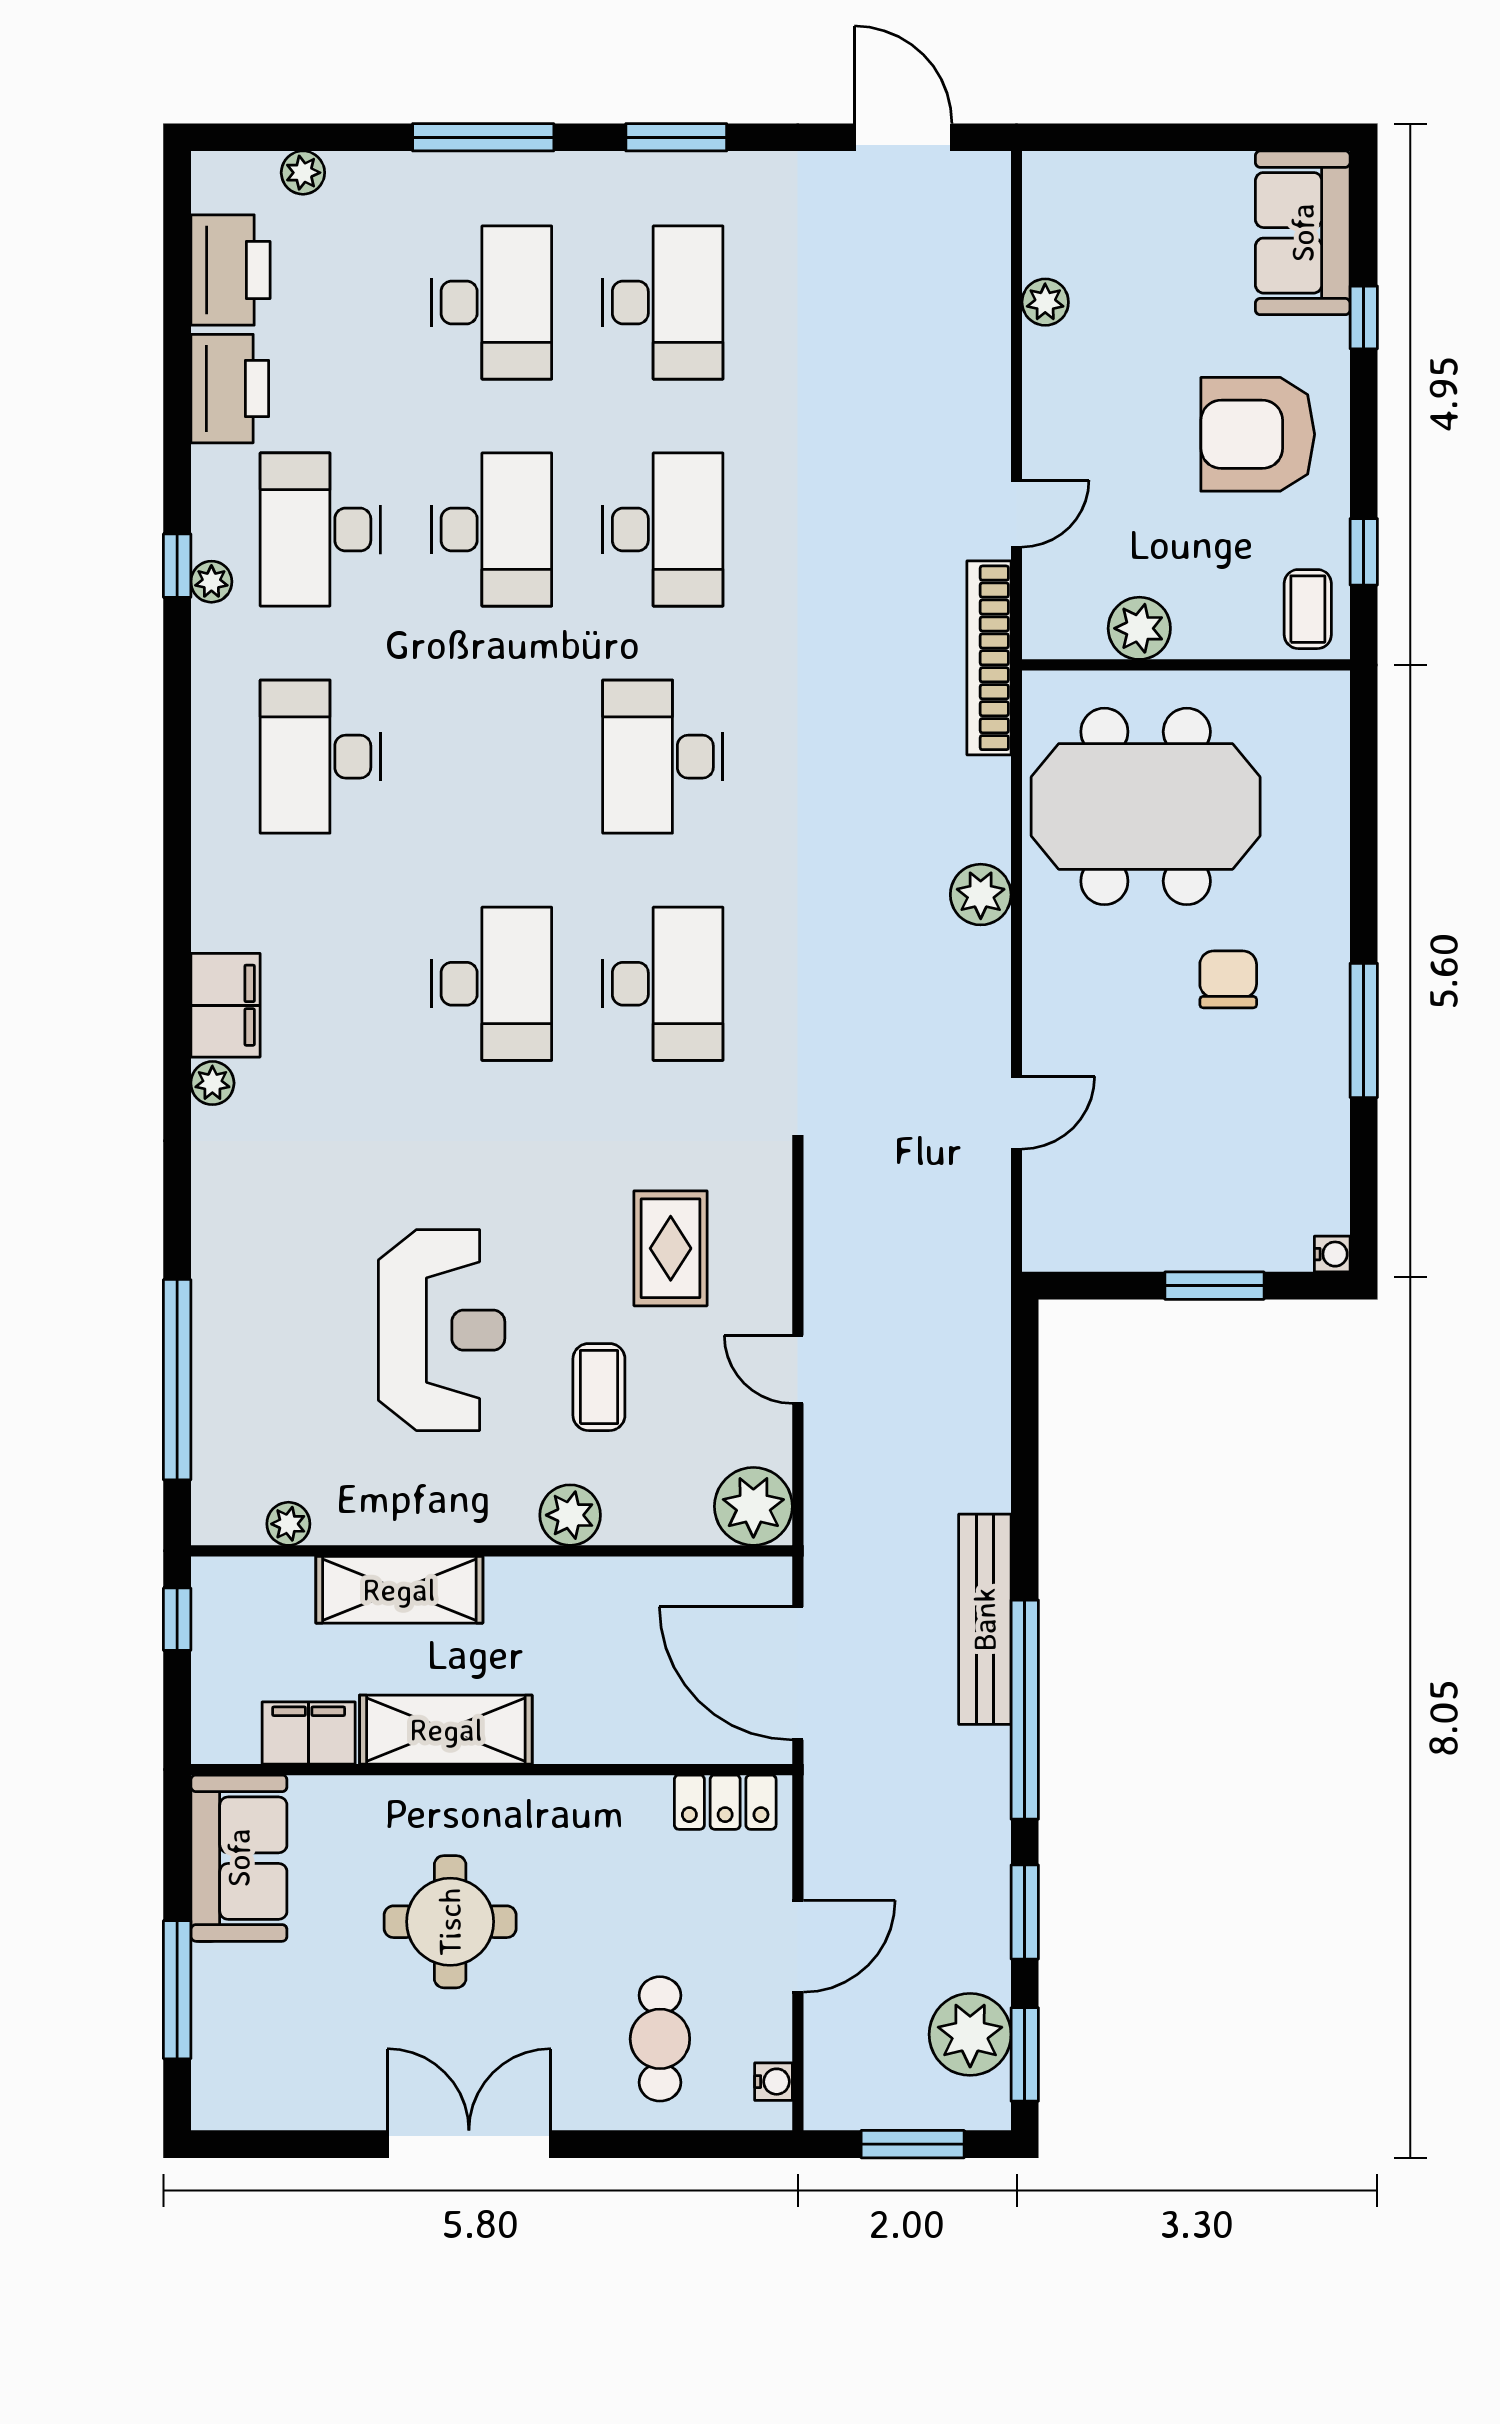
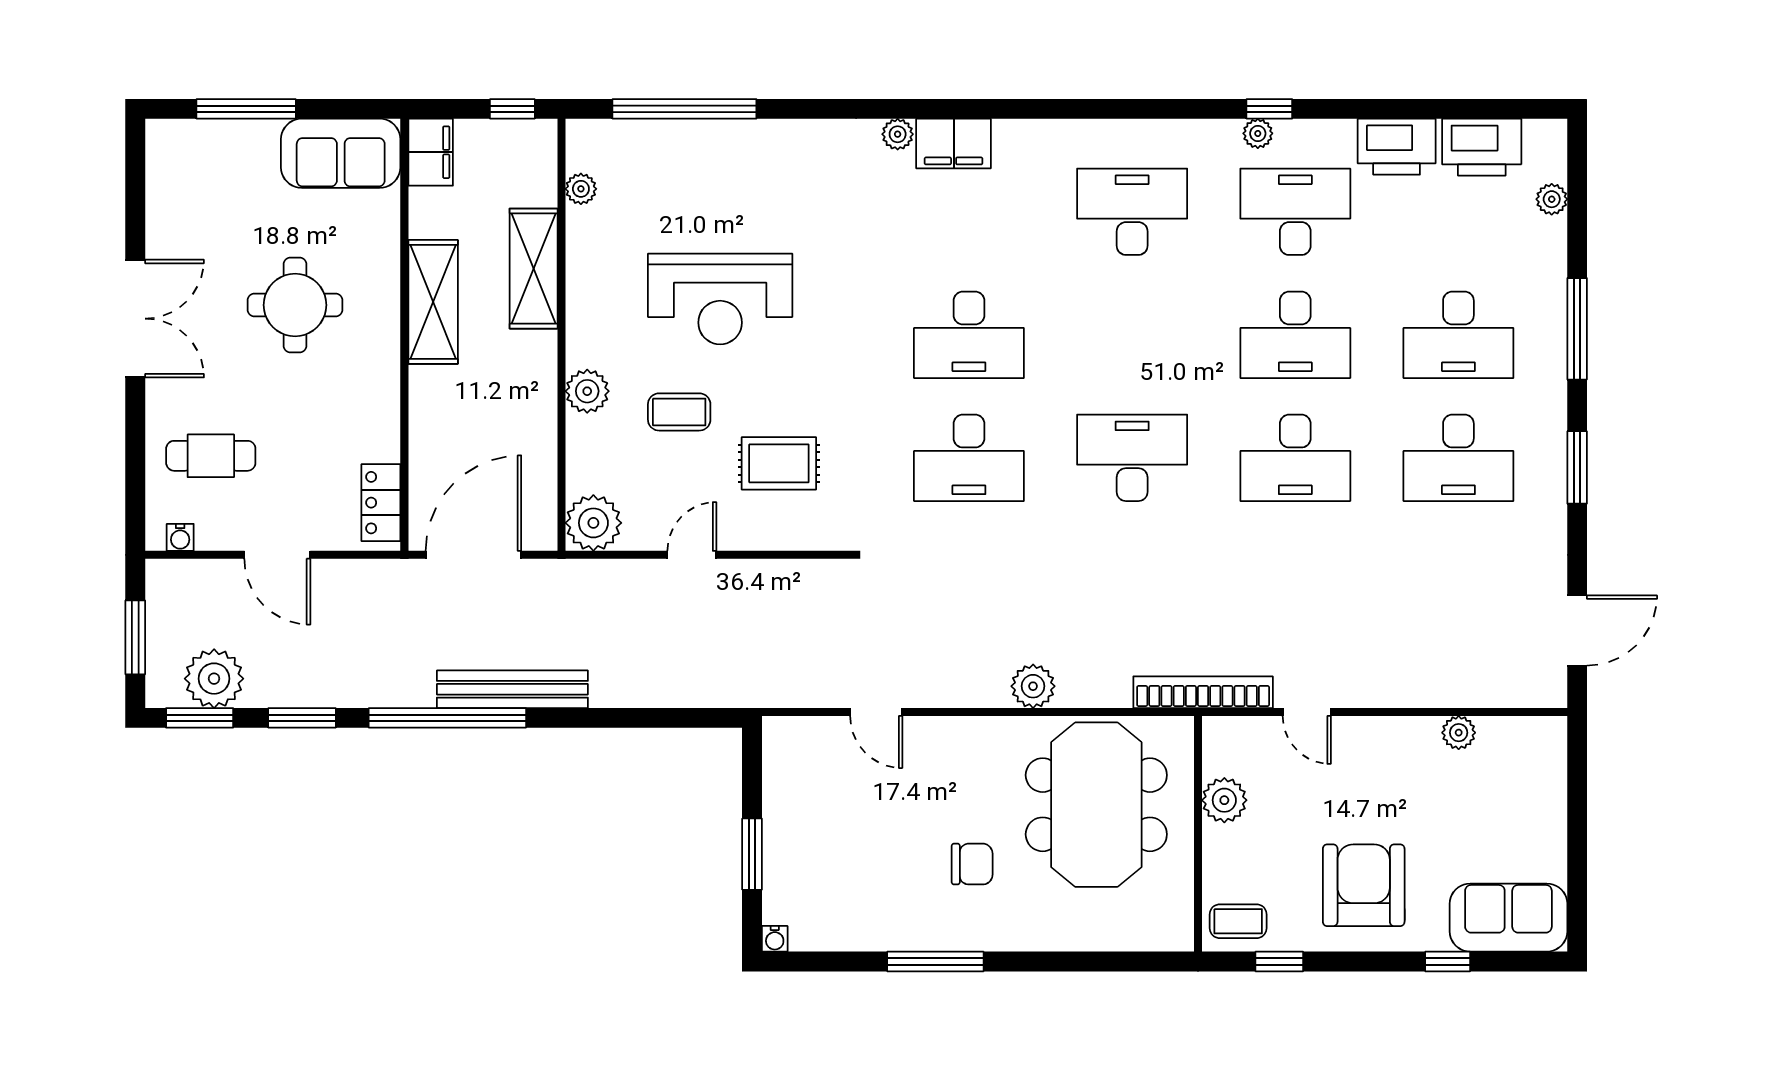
filing cabinet: (309, 1733) -> (431, 152), moved

